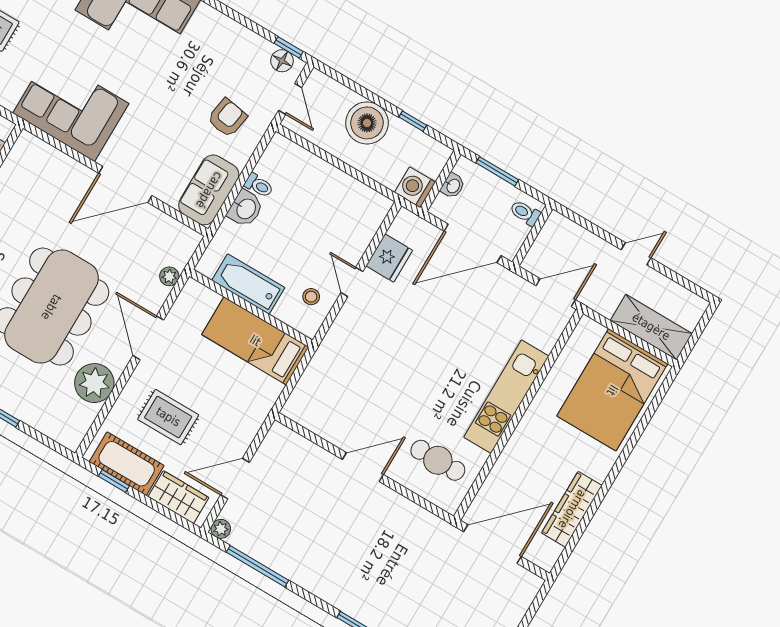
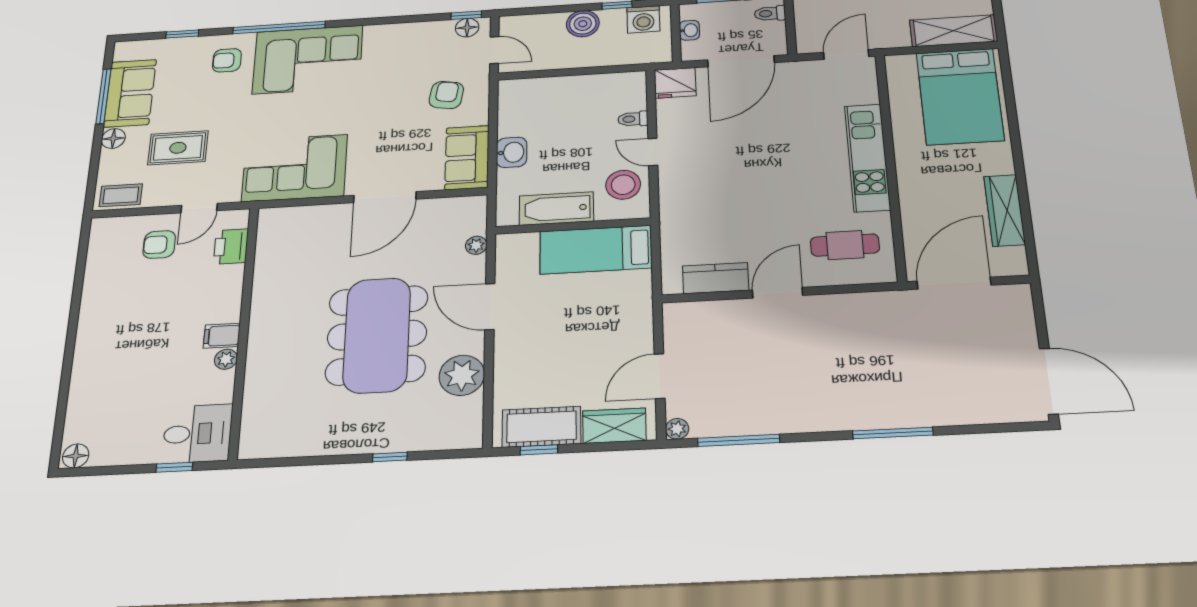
boiler: (367, 123) -> (583, 24), width x0.73, depth x0.73
toilet: (259, 185) -> (633, 119), moved, turned 180
washing machine: (415, 187) -> (643, 19), moved, turned -90
fridge: (389, 258) -> (675, 83), moved, turned 90
stool: (311, 297) -> (623, 185), width x1.89, depth x1.89
rug: (168, 417) -> (555, 362), removed
kitchen counter: (327, 425) -> (716, 278), added

